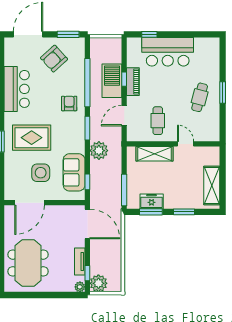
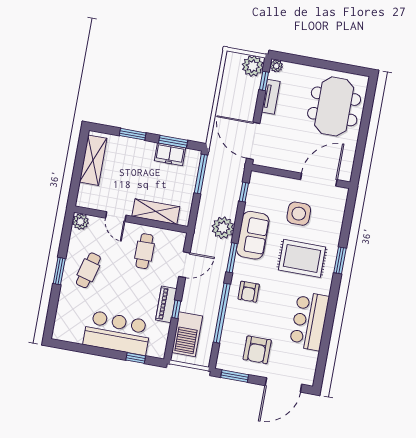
armchair: (54, 59) -> (257, 350), turned 132
barbecue: (112, 81) -> (187, 334), moved
plant: (213, 135) -> (80, 222), added
sofa: (74, 172) -> (253, 235), moved

